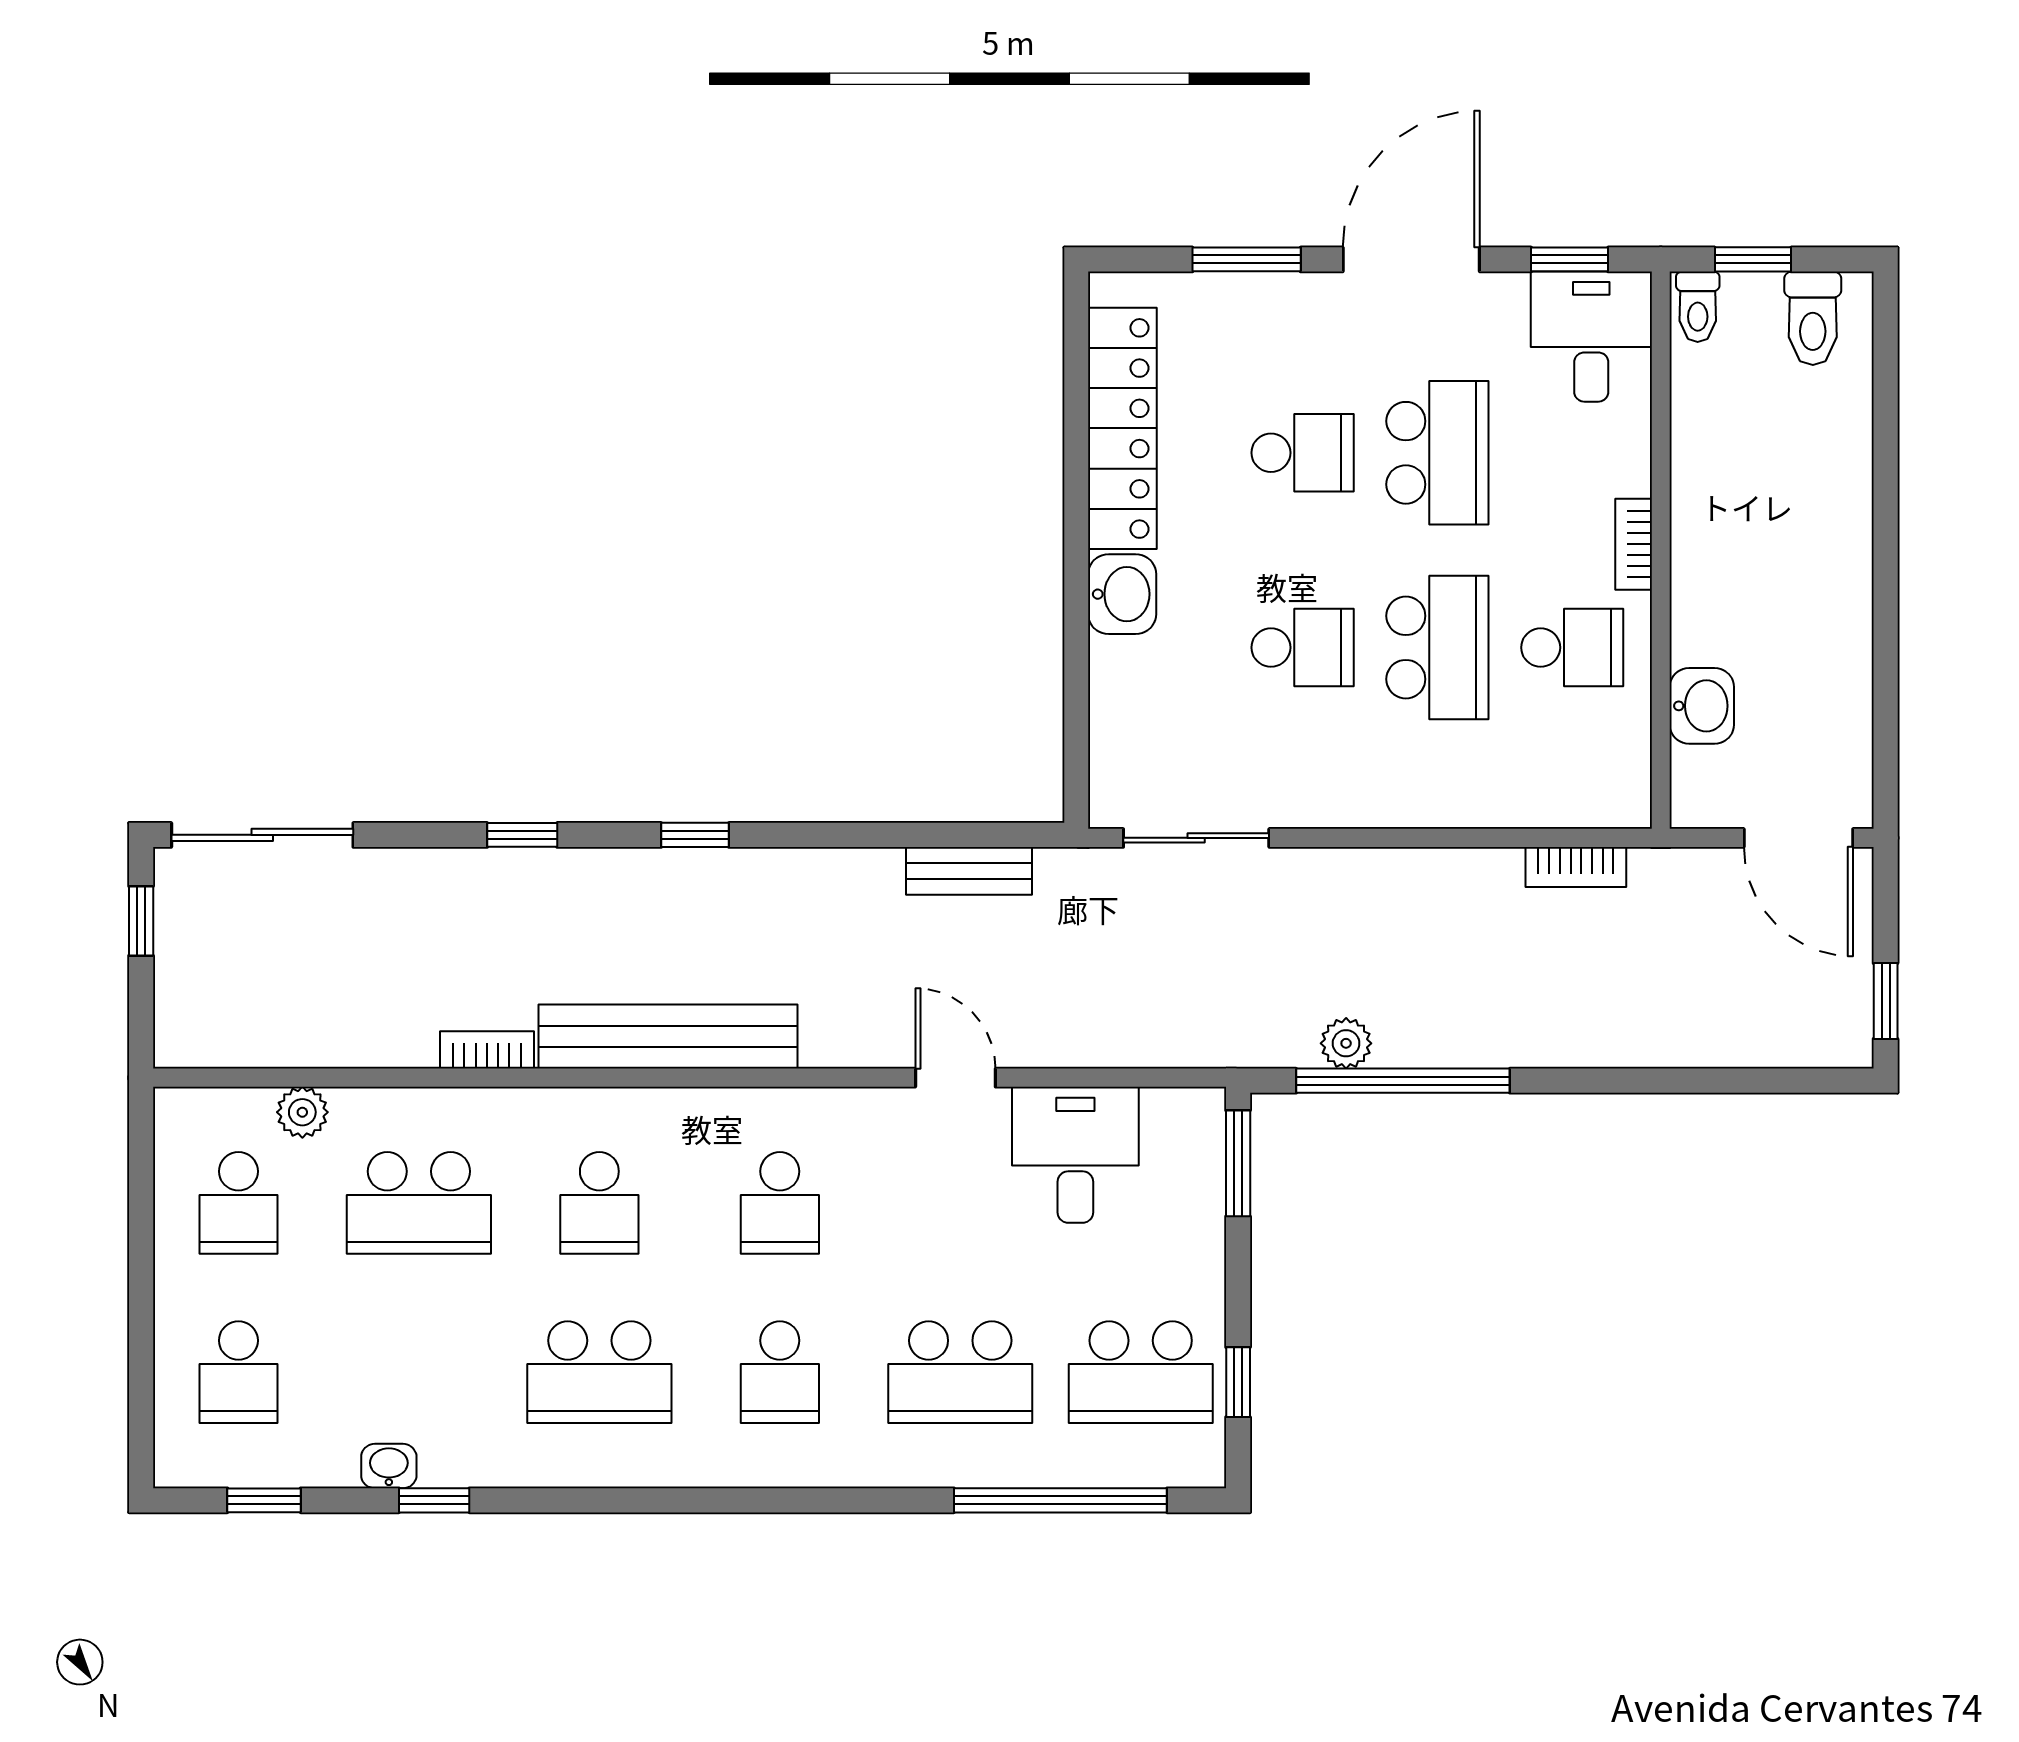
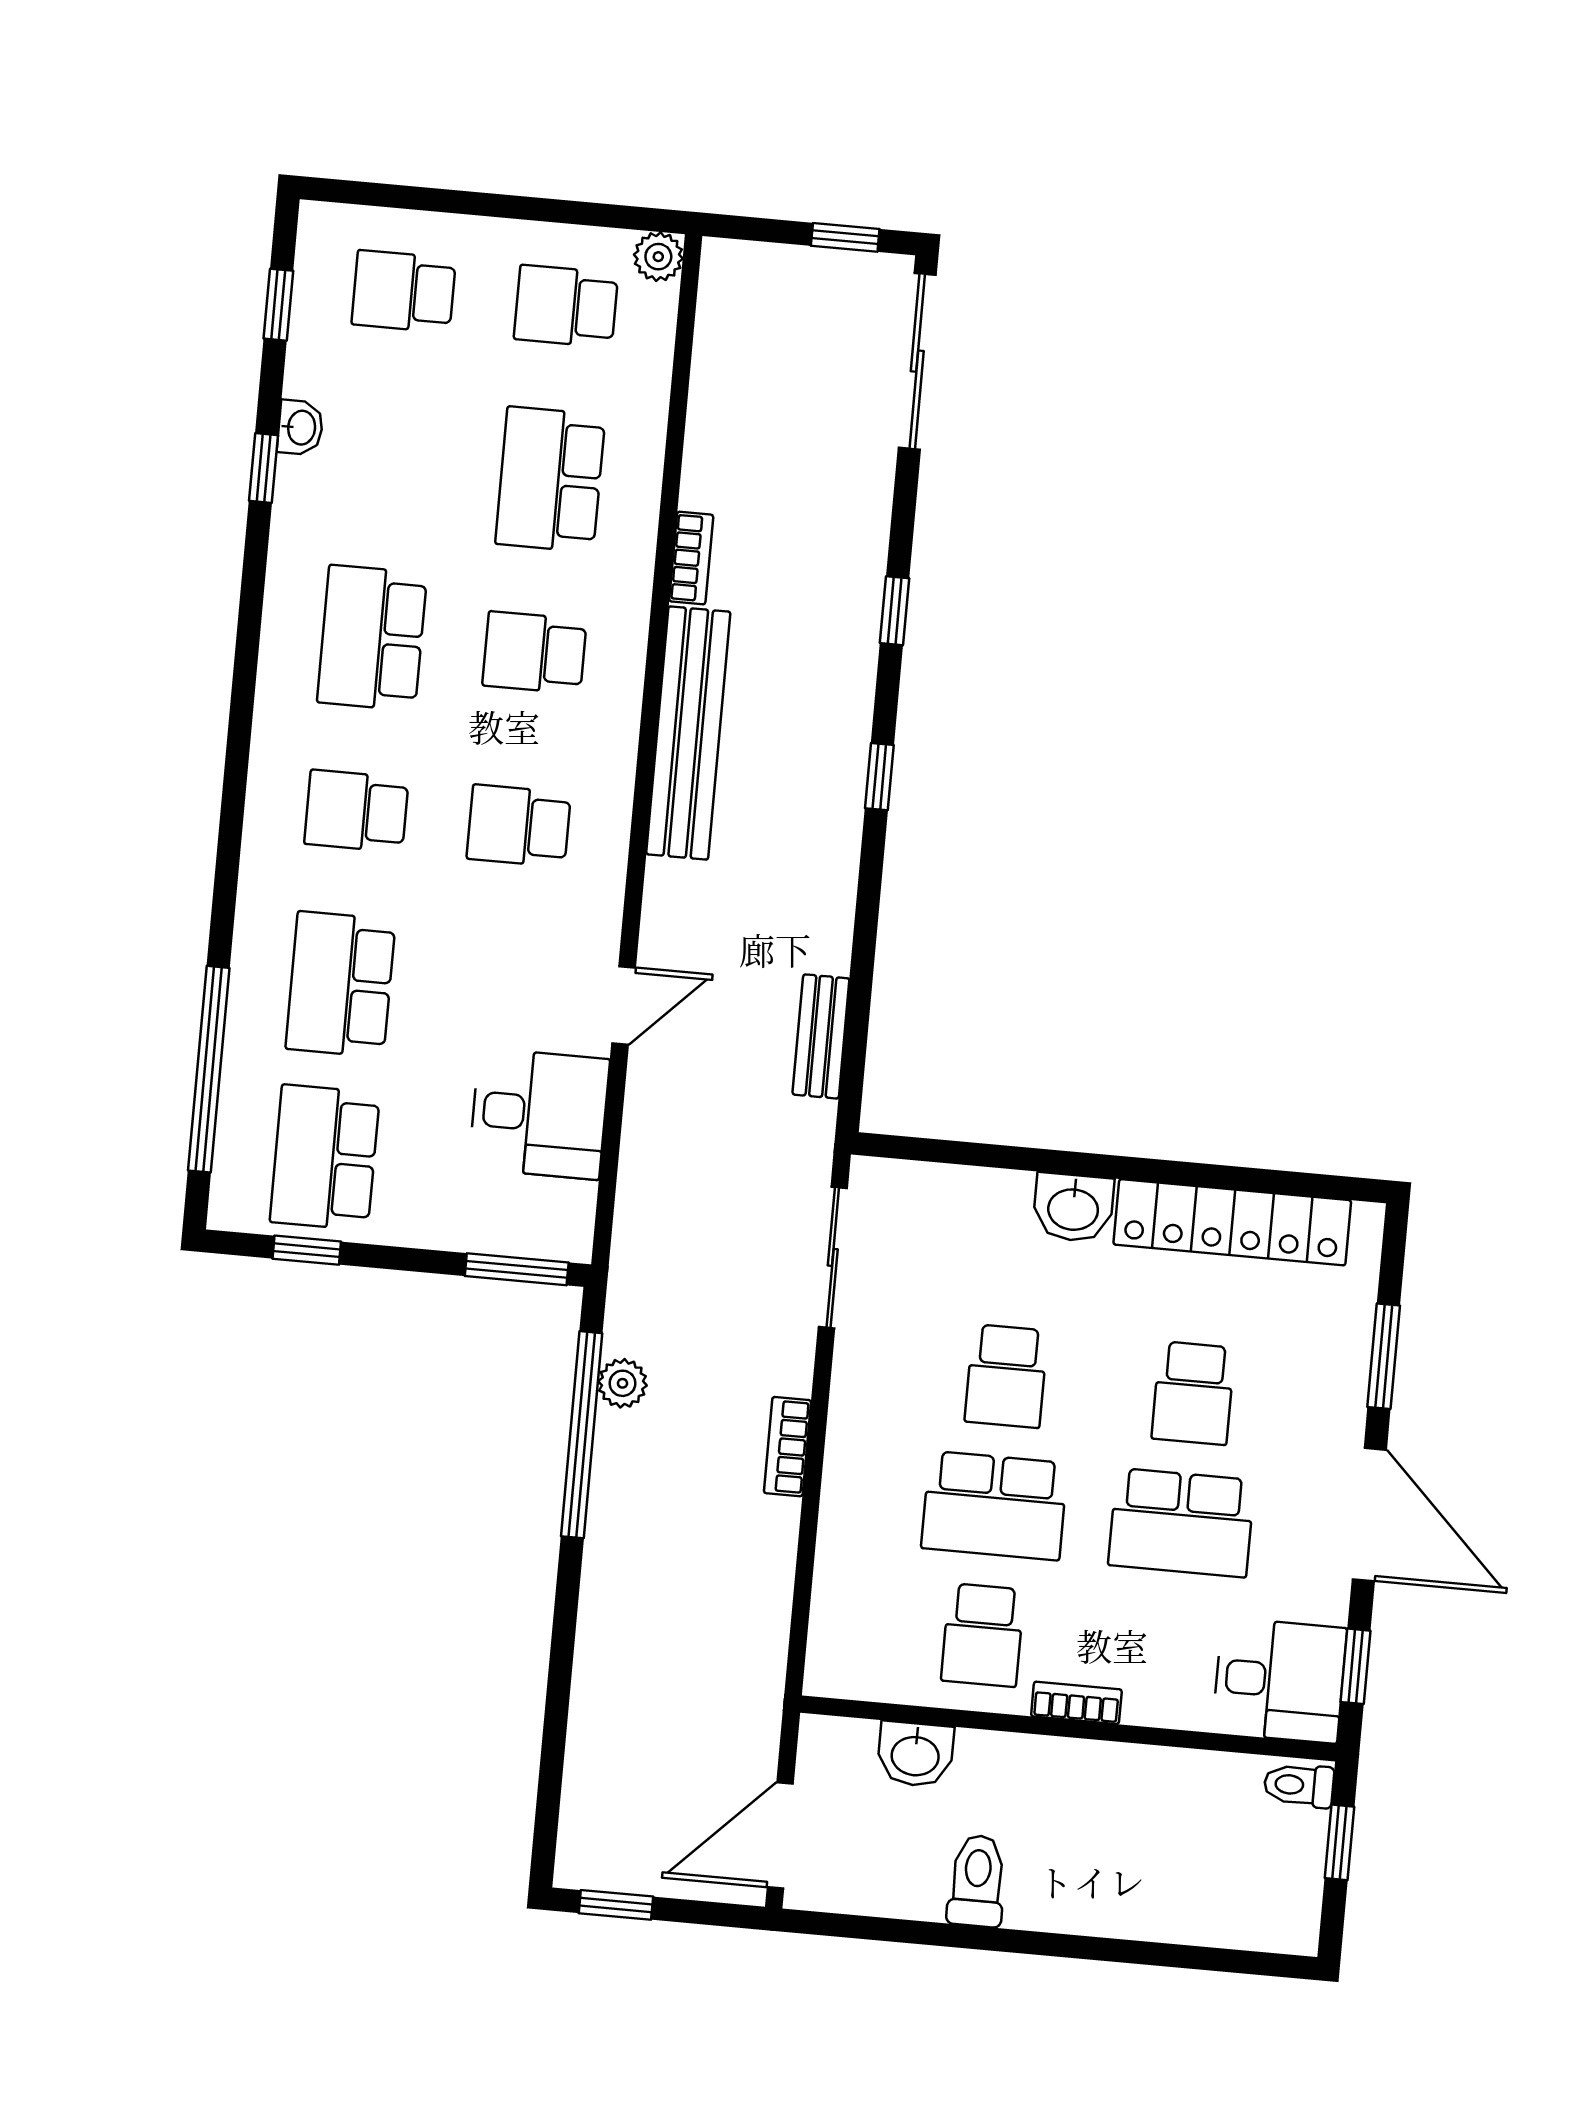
toilet: (1813, 318) -> (977, 1881), moved, turned 90
bookcase: (1576, 867) -> (787, 1447), moved
plant: (302, 1112) -> (658, 257), moved

